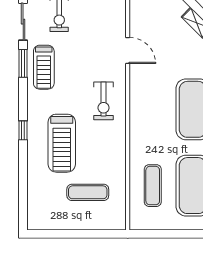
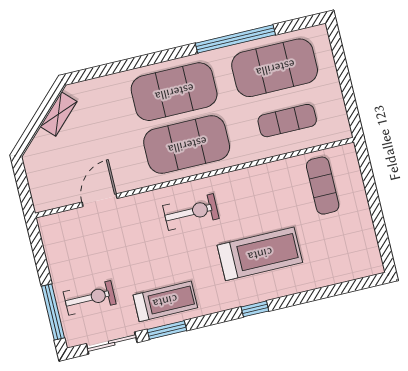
door: (128, 50) -> (100, 200), moved
exercise mat: (153, 109) -> (187, 145), added
exercise mat: (88, 192) -> (323, 186), moved

